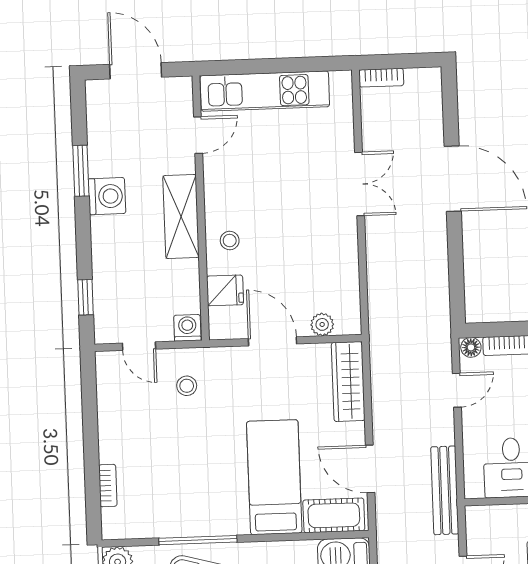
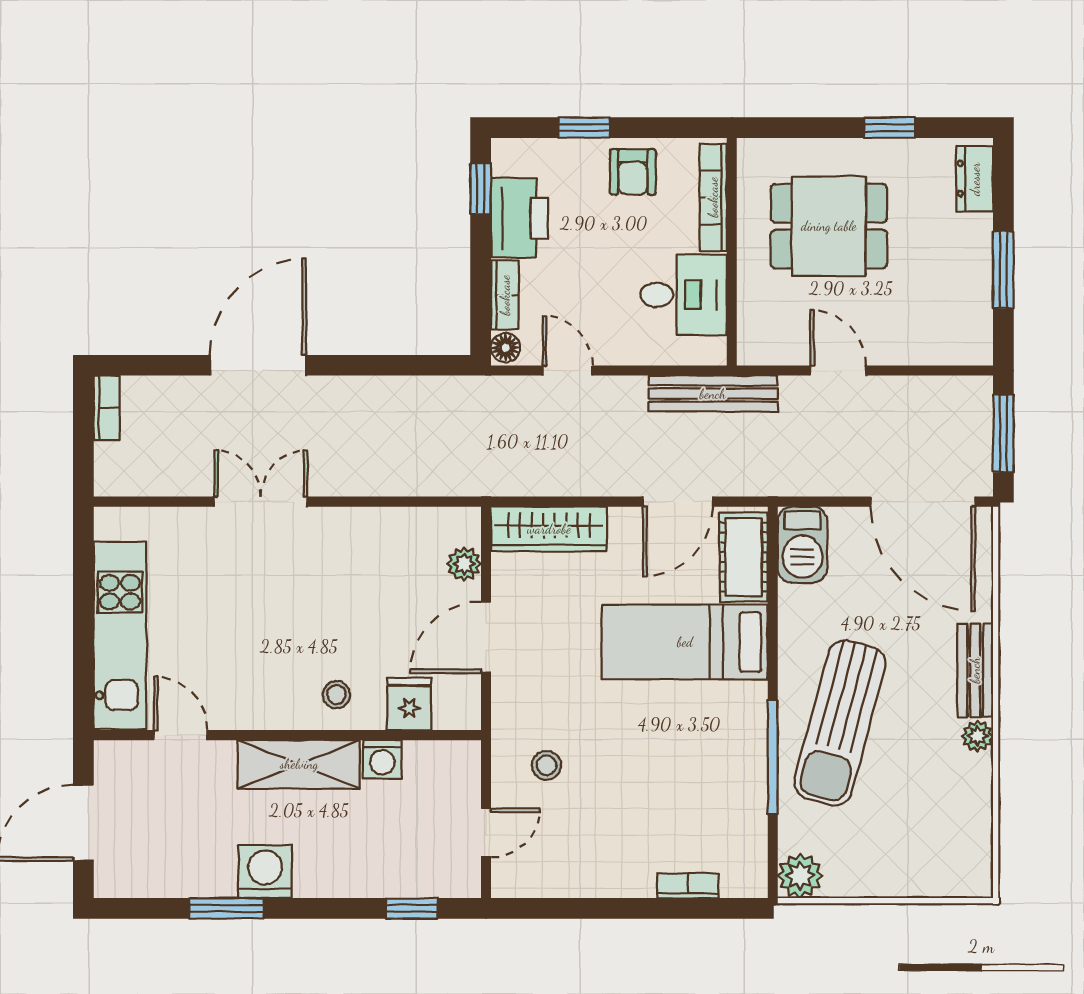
bookcase: (381, 78) -> (107, 408), moved
washing machine: (187, 328) -> (382, 759), moved, turned -90

